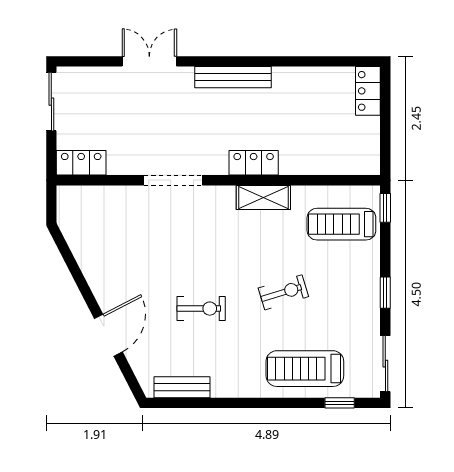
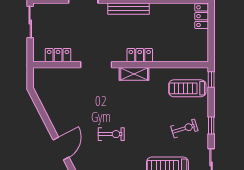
locker: (81, 163) -> (58, 55), moved
shelving: (263, 197) -> (134, 74), moved
exercise bike: (283, 292) -> (184, 128), moved

